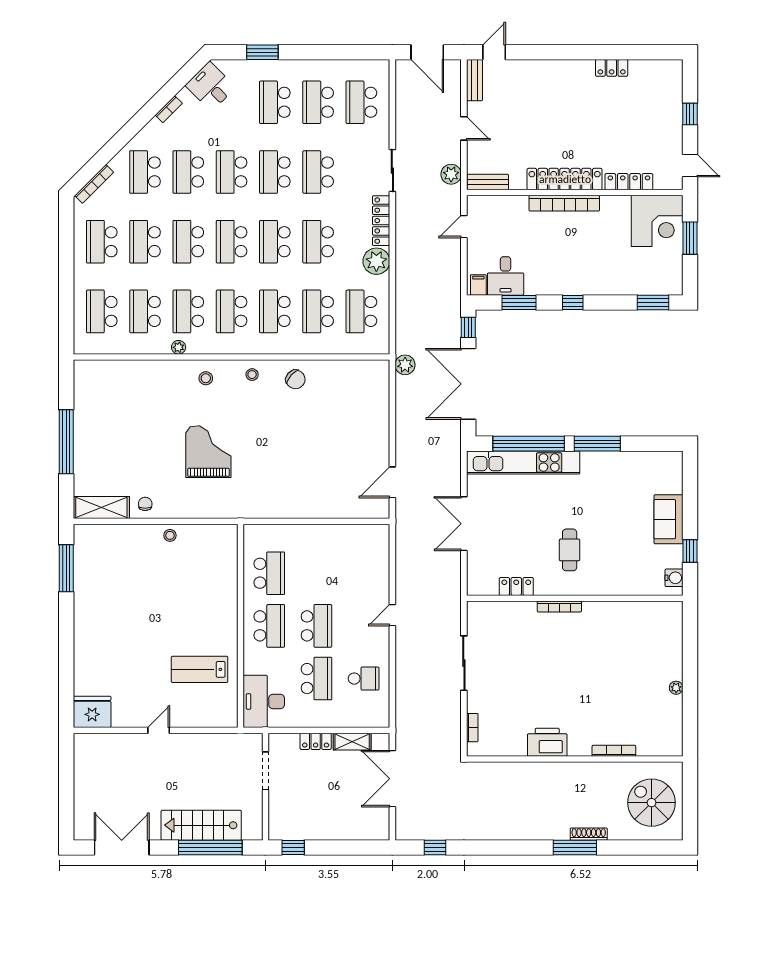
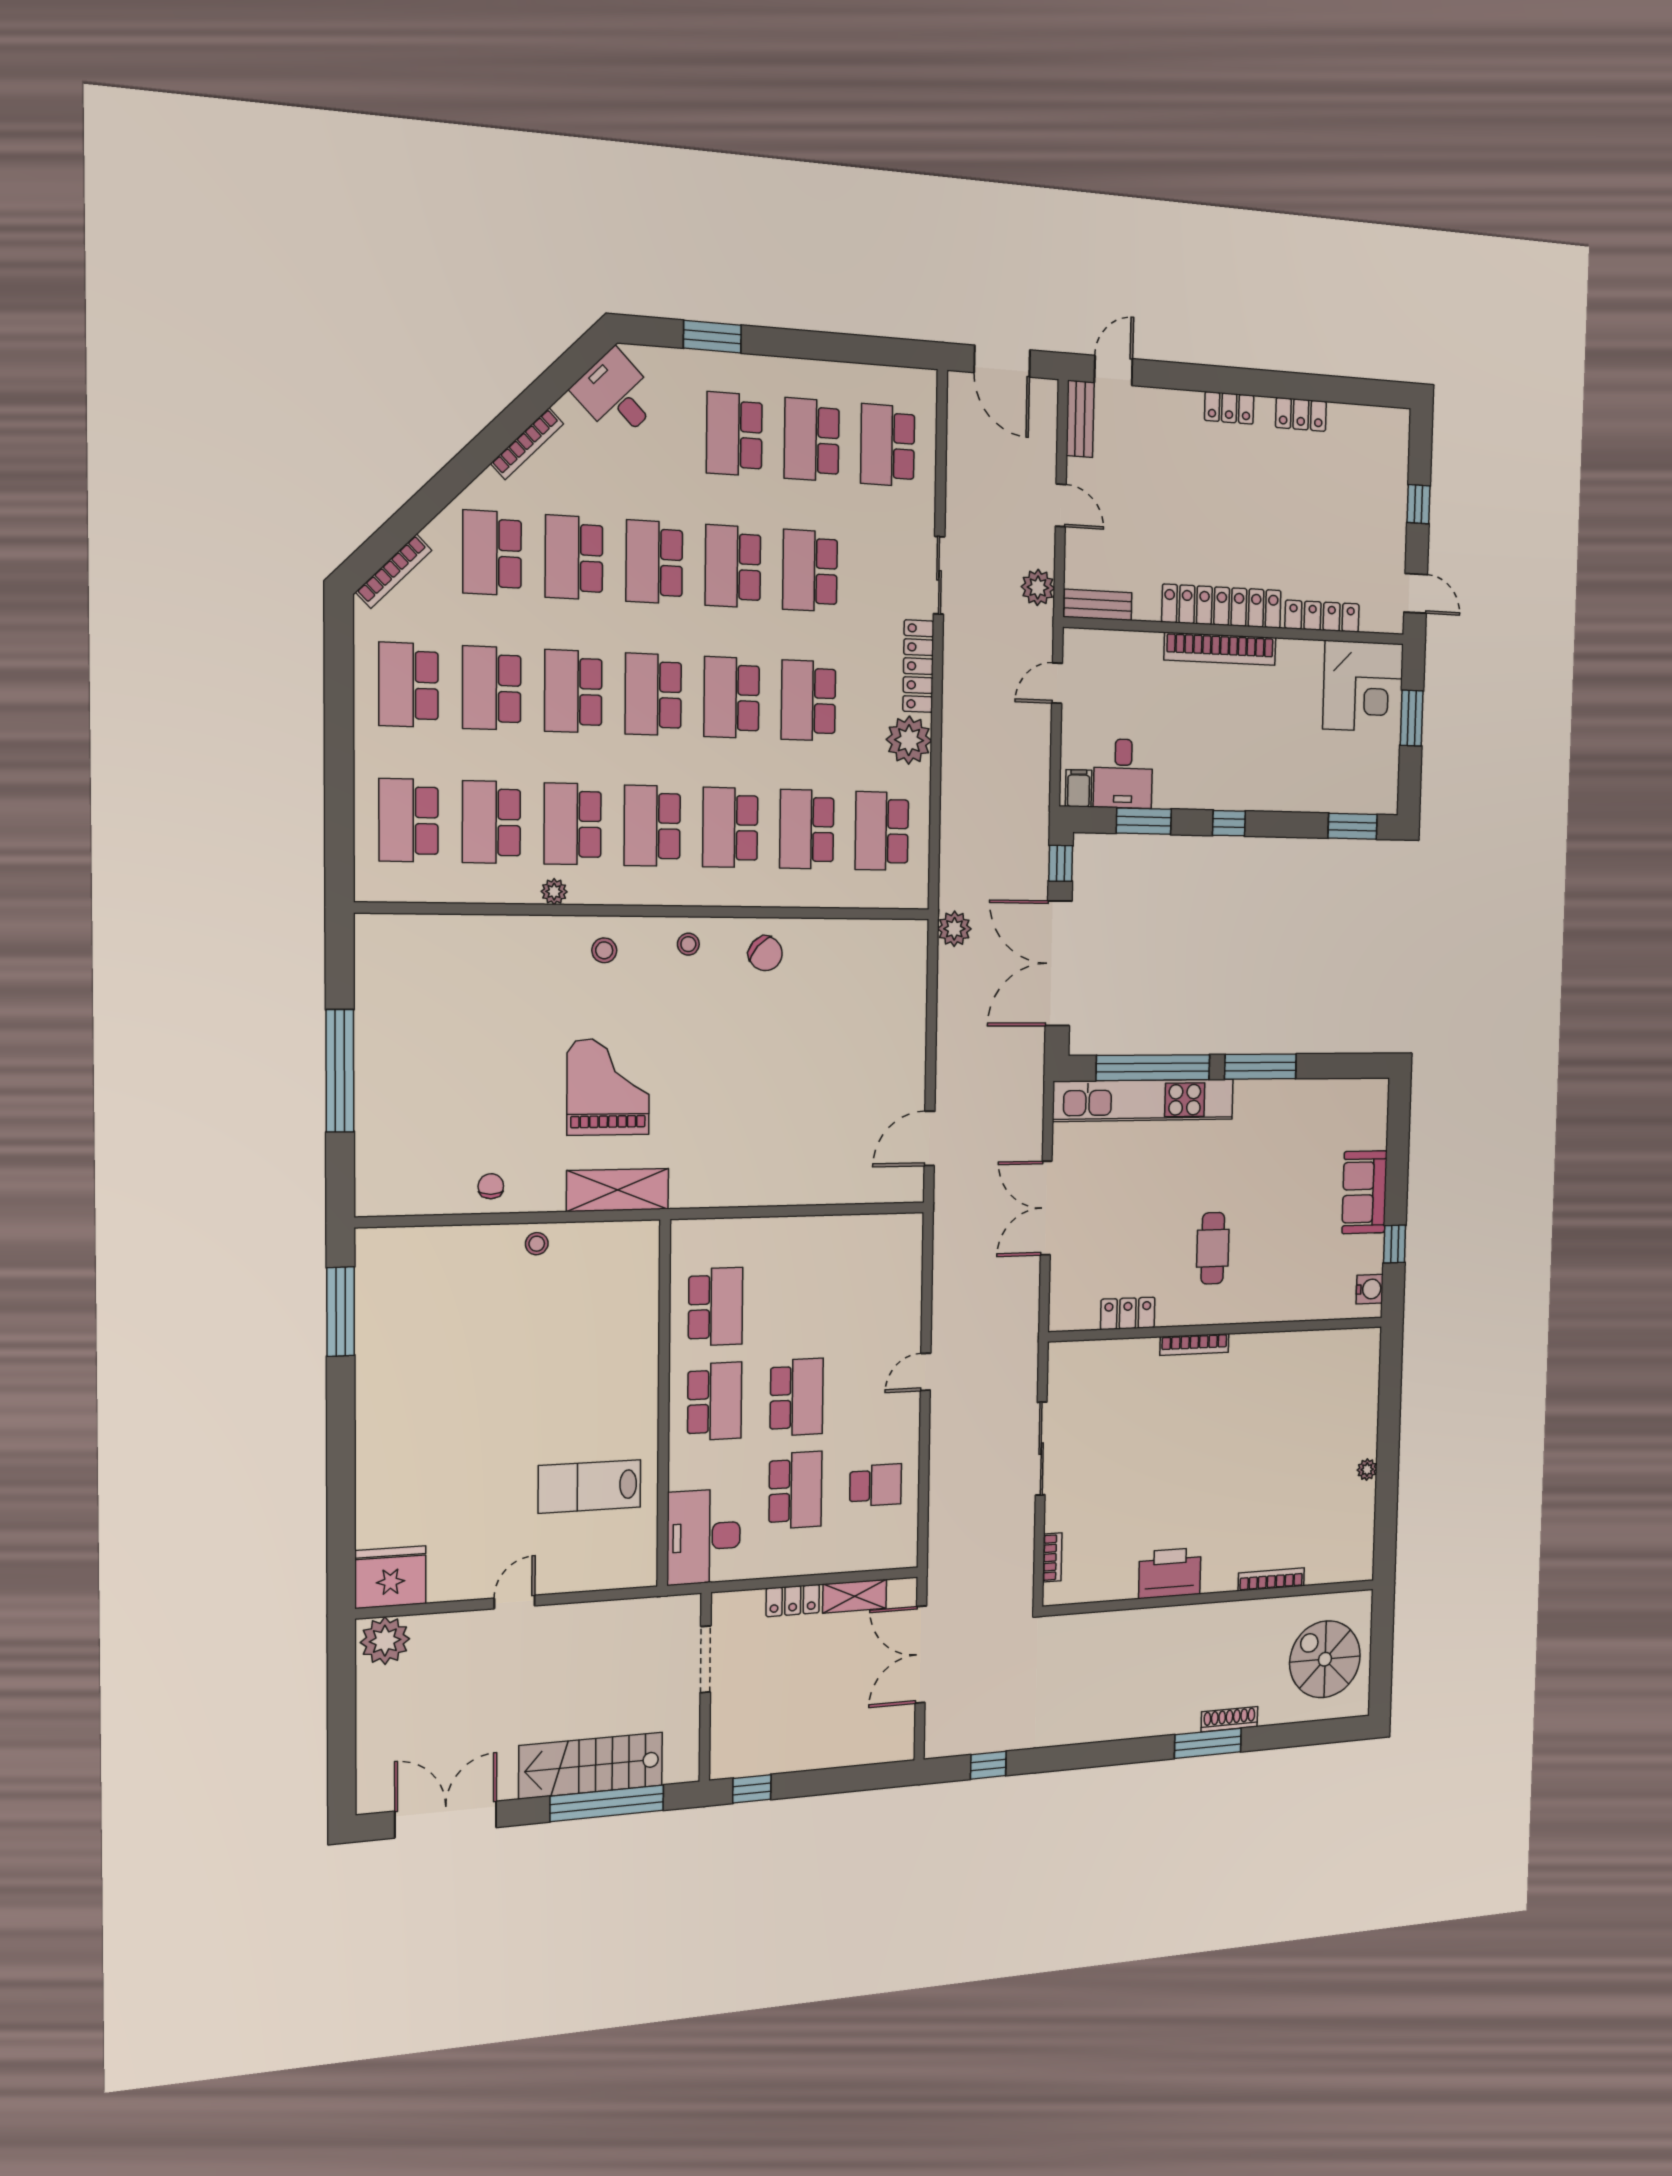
locker: (566, 68) -> (1229, 408), added
bookcase: (169, 109) -> (527, 444), width x1.56
shelving: (101, 507) -> (618, 1190), moved
plant: (89, 746) -> (385, 1641), added

